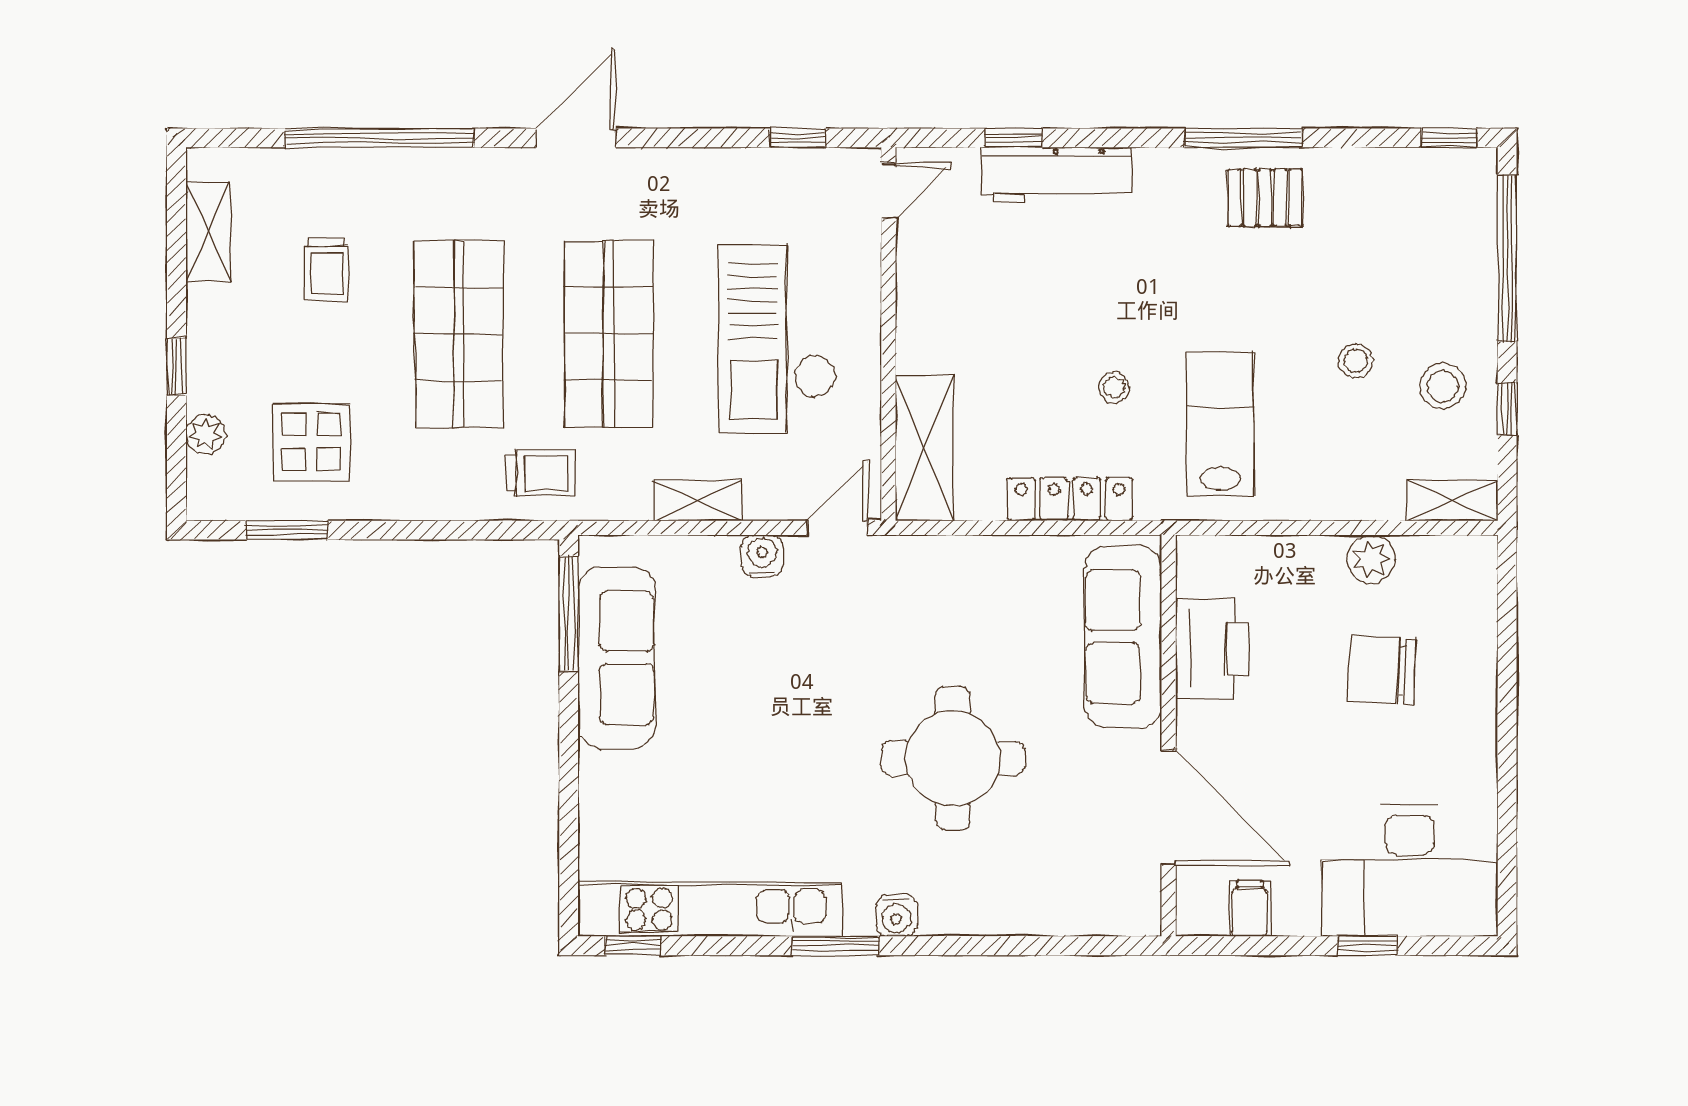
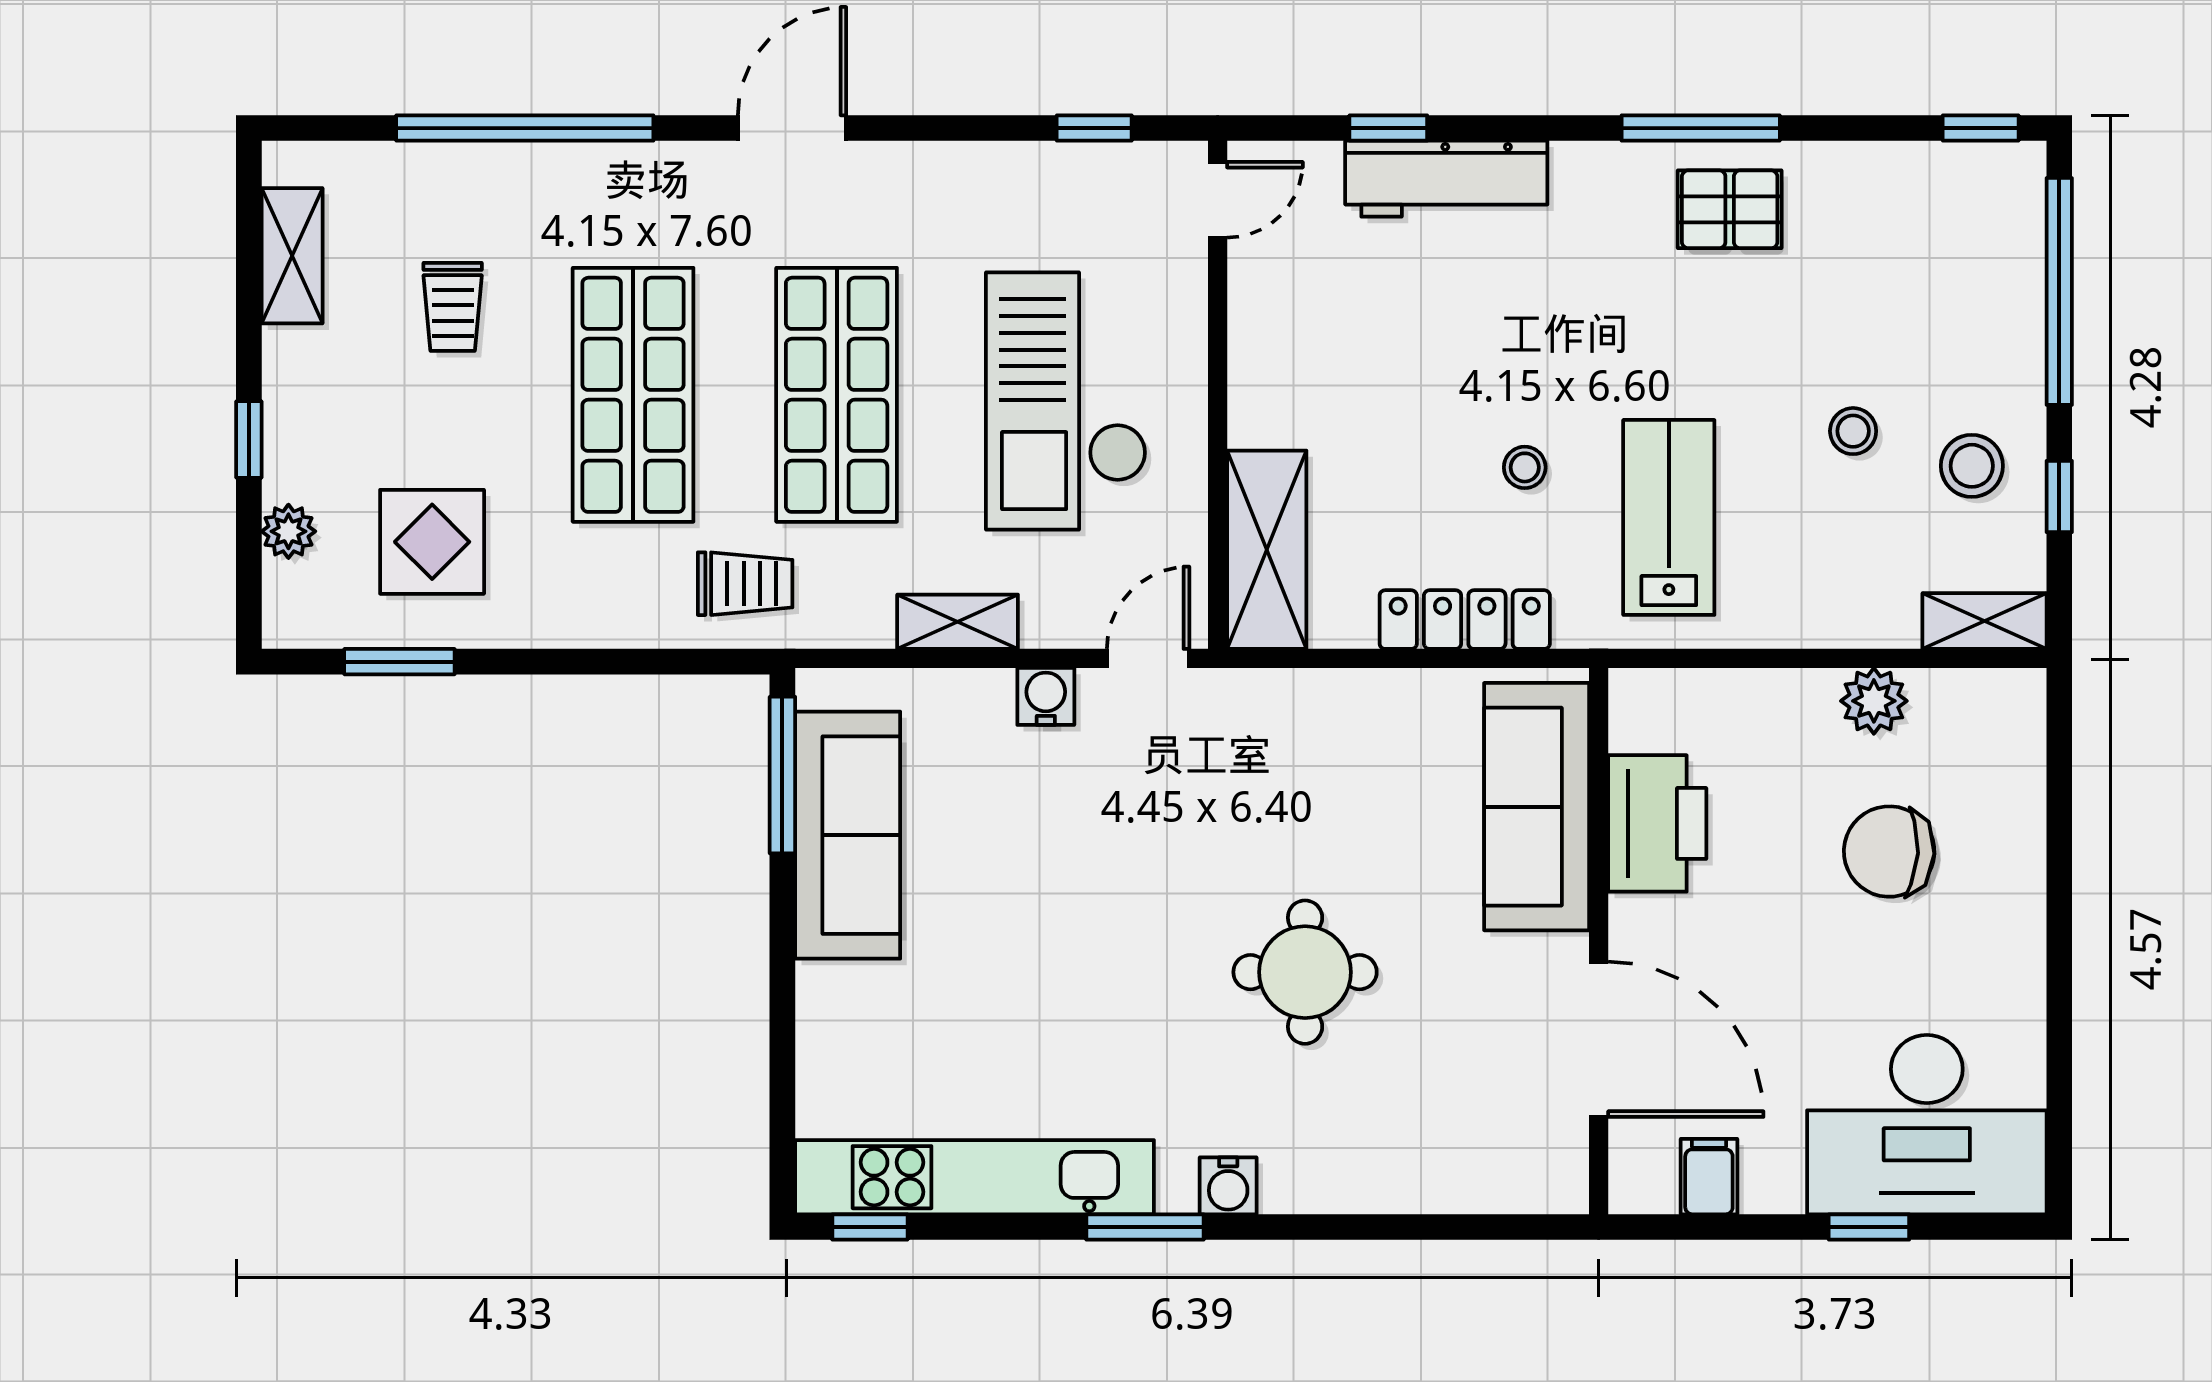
round table: (953, 758) -> (1305, 972), width x0.73, depth x0.73

